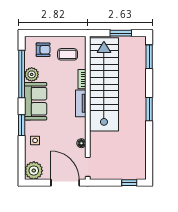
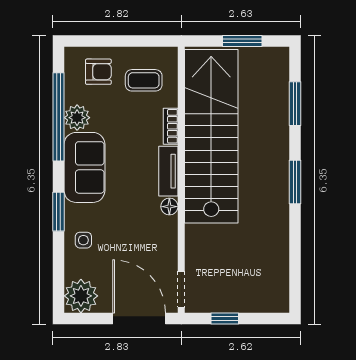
window: (149, 57) -> (295, 104), moved
floor lamp: (81, 143) -> (169, 207), moved
window: (129, 183) -> (225, 318), moved

